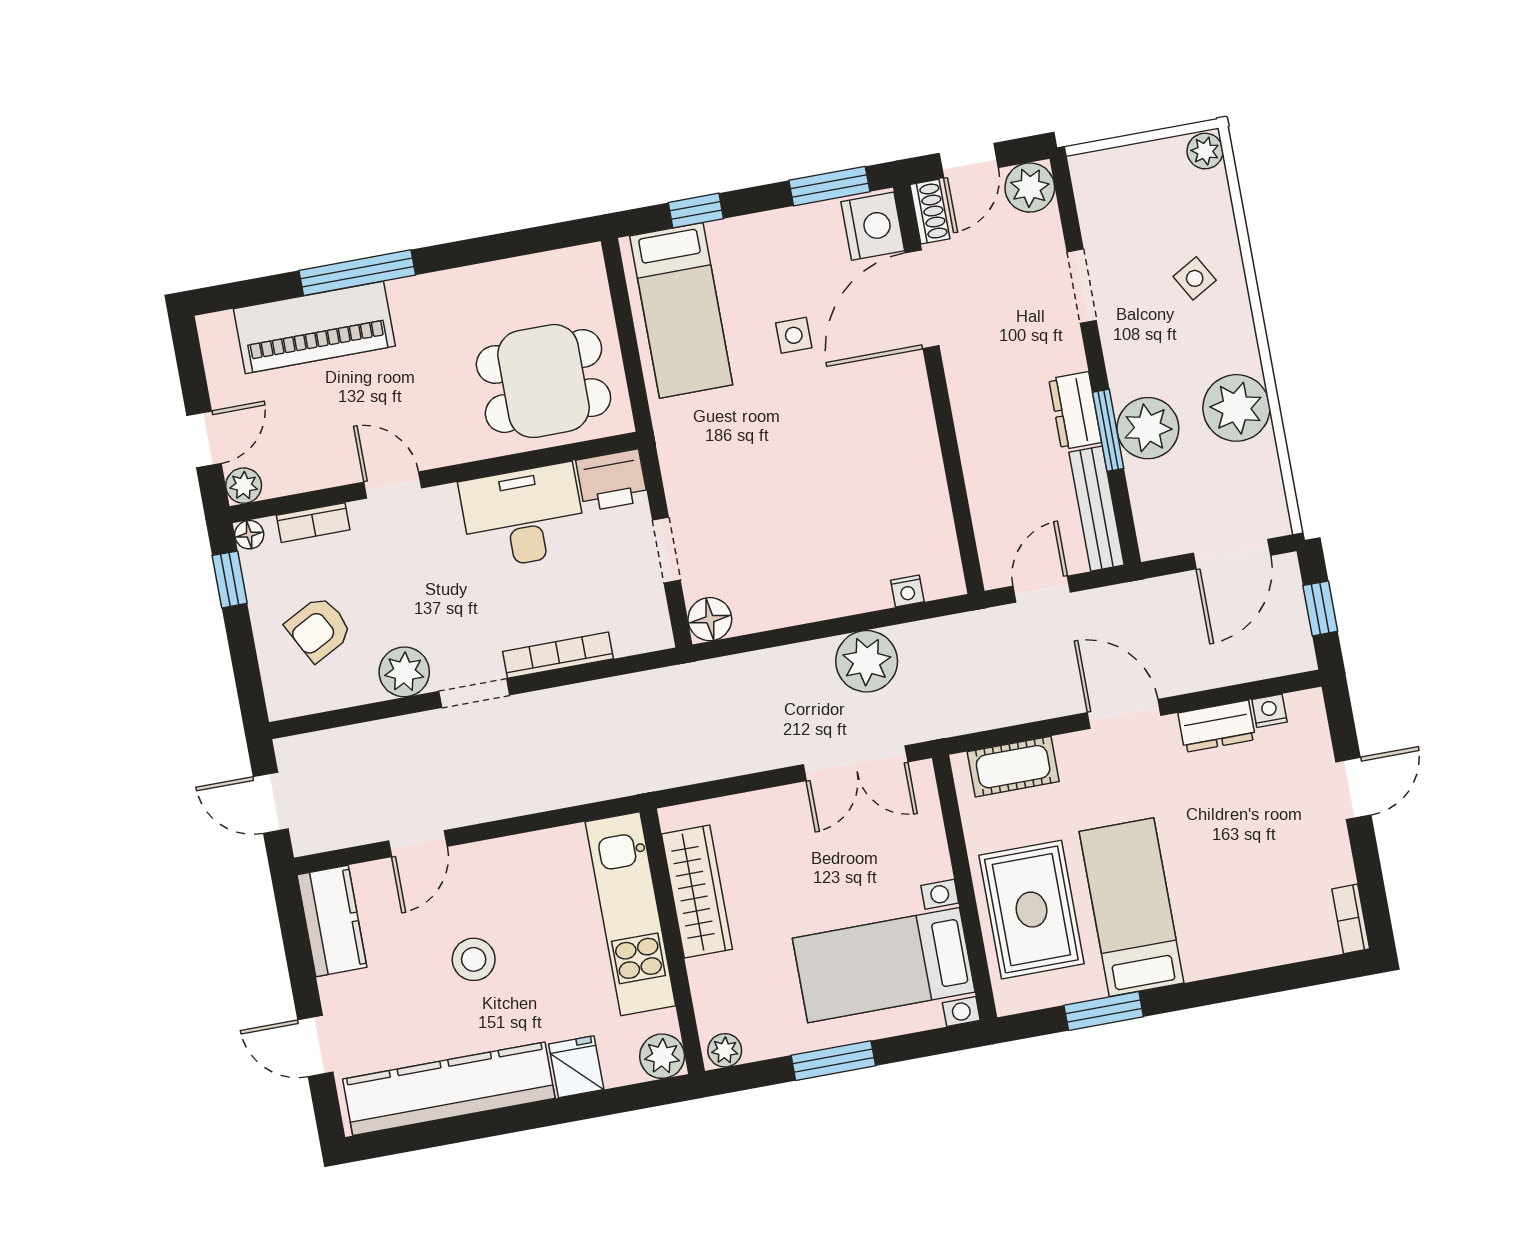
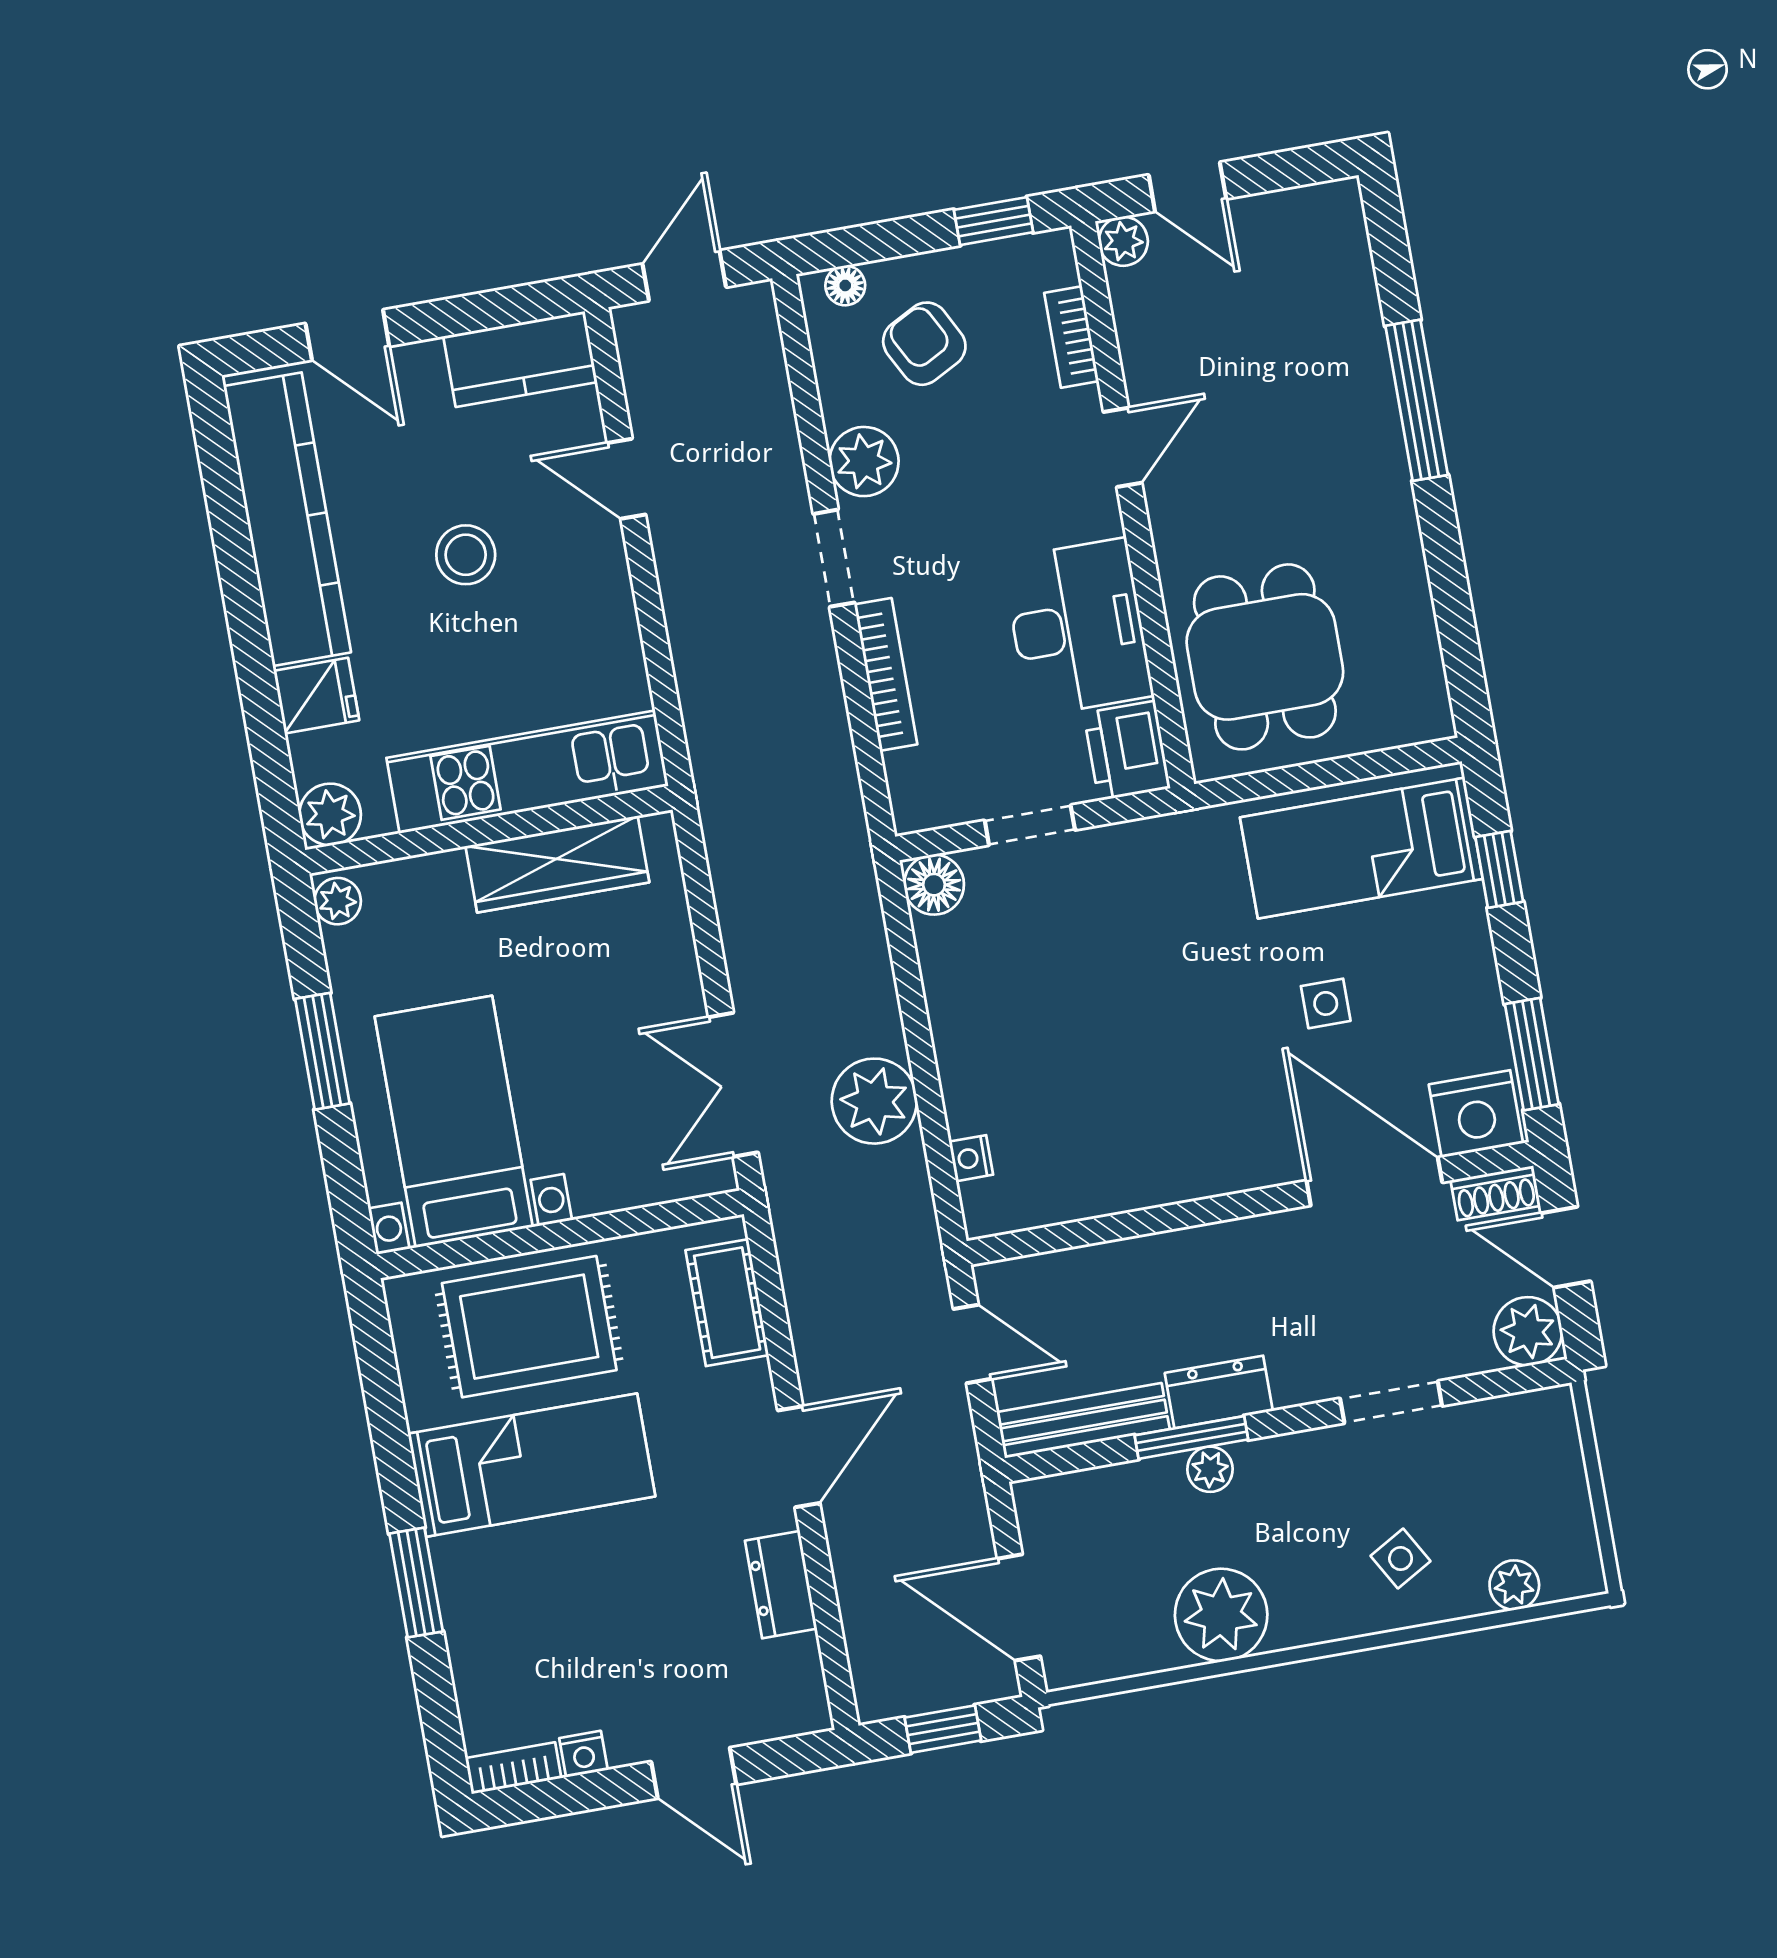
plant: (1205, 151) -> (1514, 1585), moved
piano: (314, 327) -> (1341, 341), removed
plant: (1148, 428) -> (1210, 1469), width x0.53, depth x0.53
floor lamp: (249, 535) -> (845, 285), moved
nightstand: (1269, 711) -> (584, 1754), moved, turned 90
window: (1104, 1011) -> (416, 1583), moved
door: (315, 1046) -> (347, 335), swing flipped

